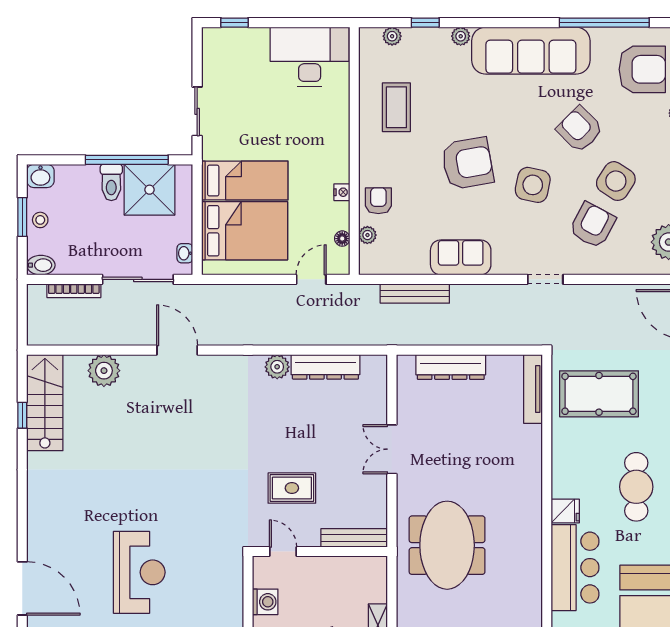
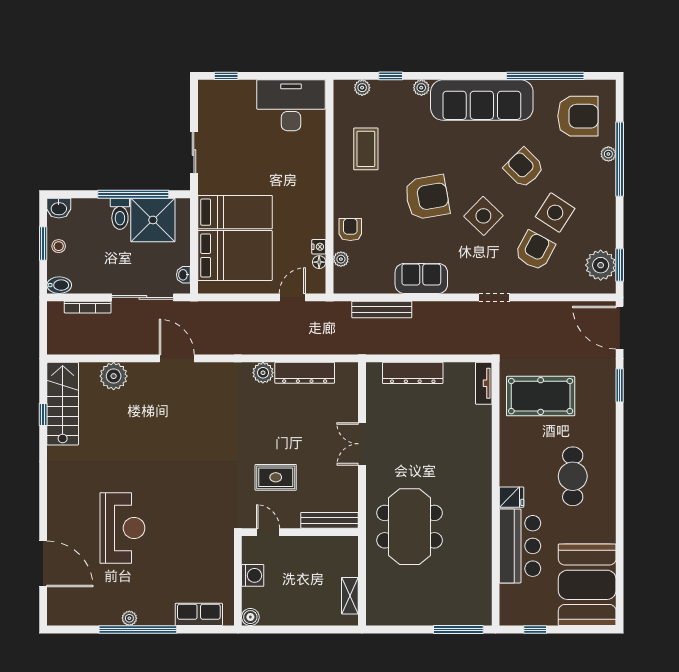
side table: (533, 185) -> (483, 216), turned 32
nightstand: (342, 192) -> (319, 247), moved
tv unit: (533, 389) -> (484, 383), width x0.71
reception desk: (139, 572) -> (122, 528), moved

